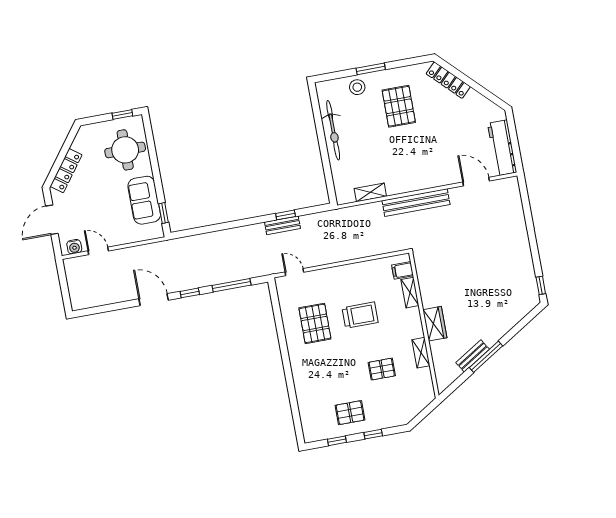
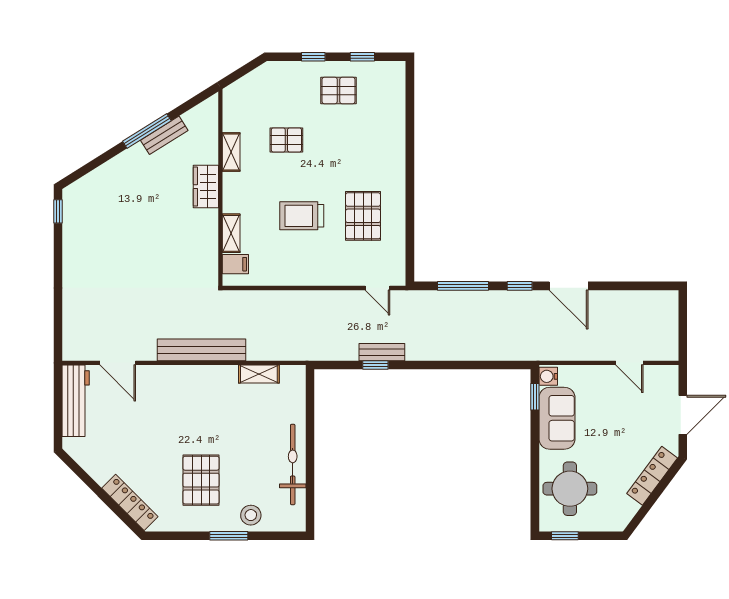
water cooler: (74, 247) -> (548, 376), moved, turned -90

